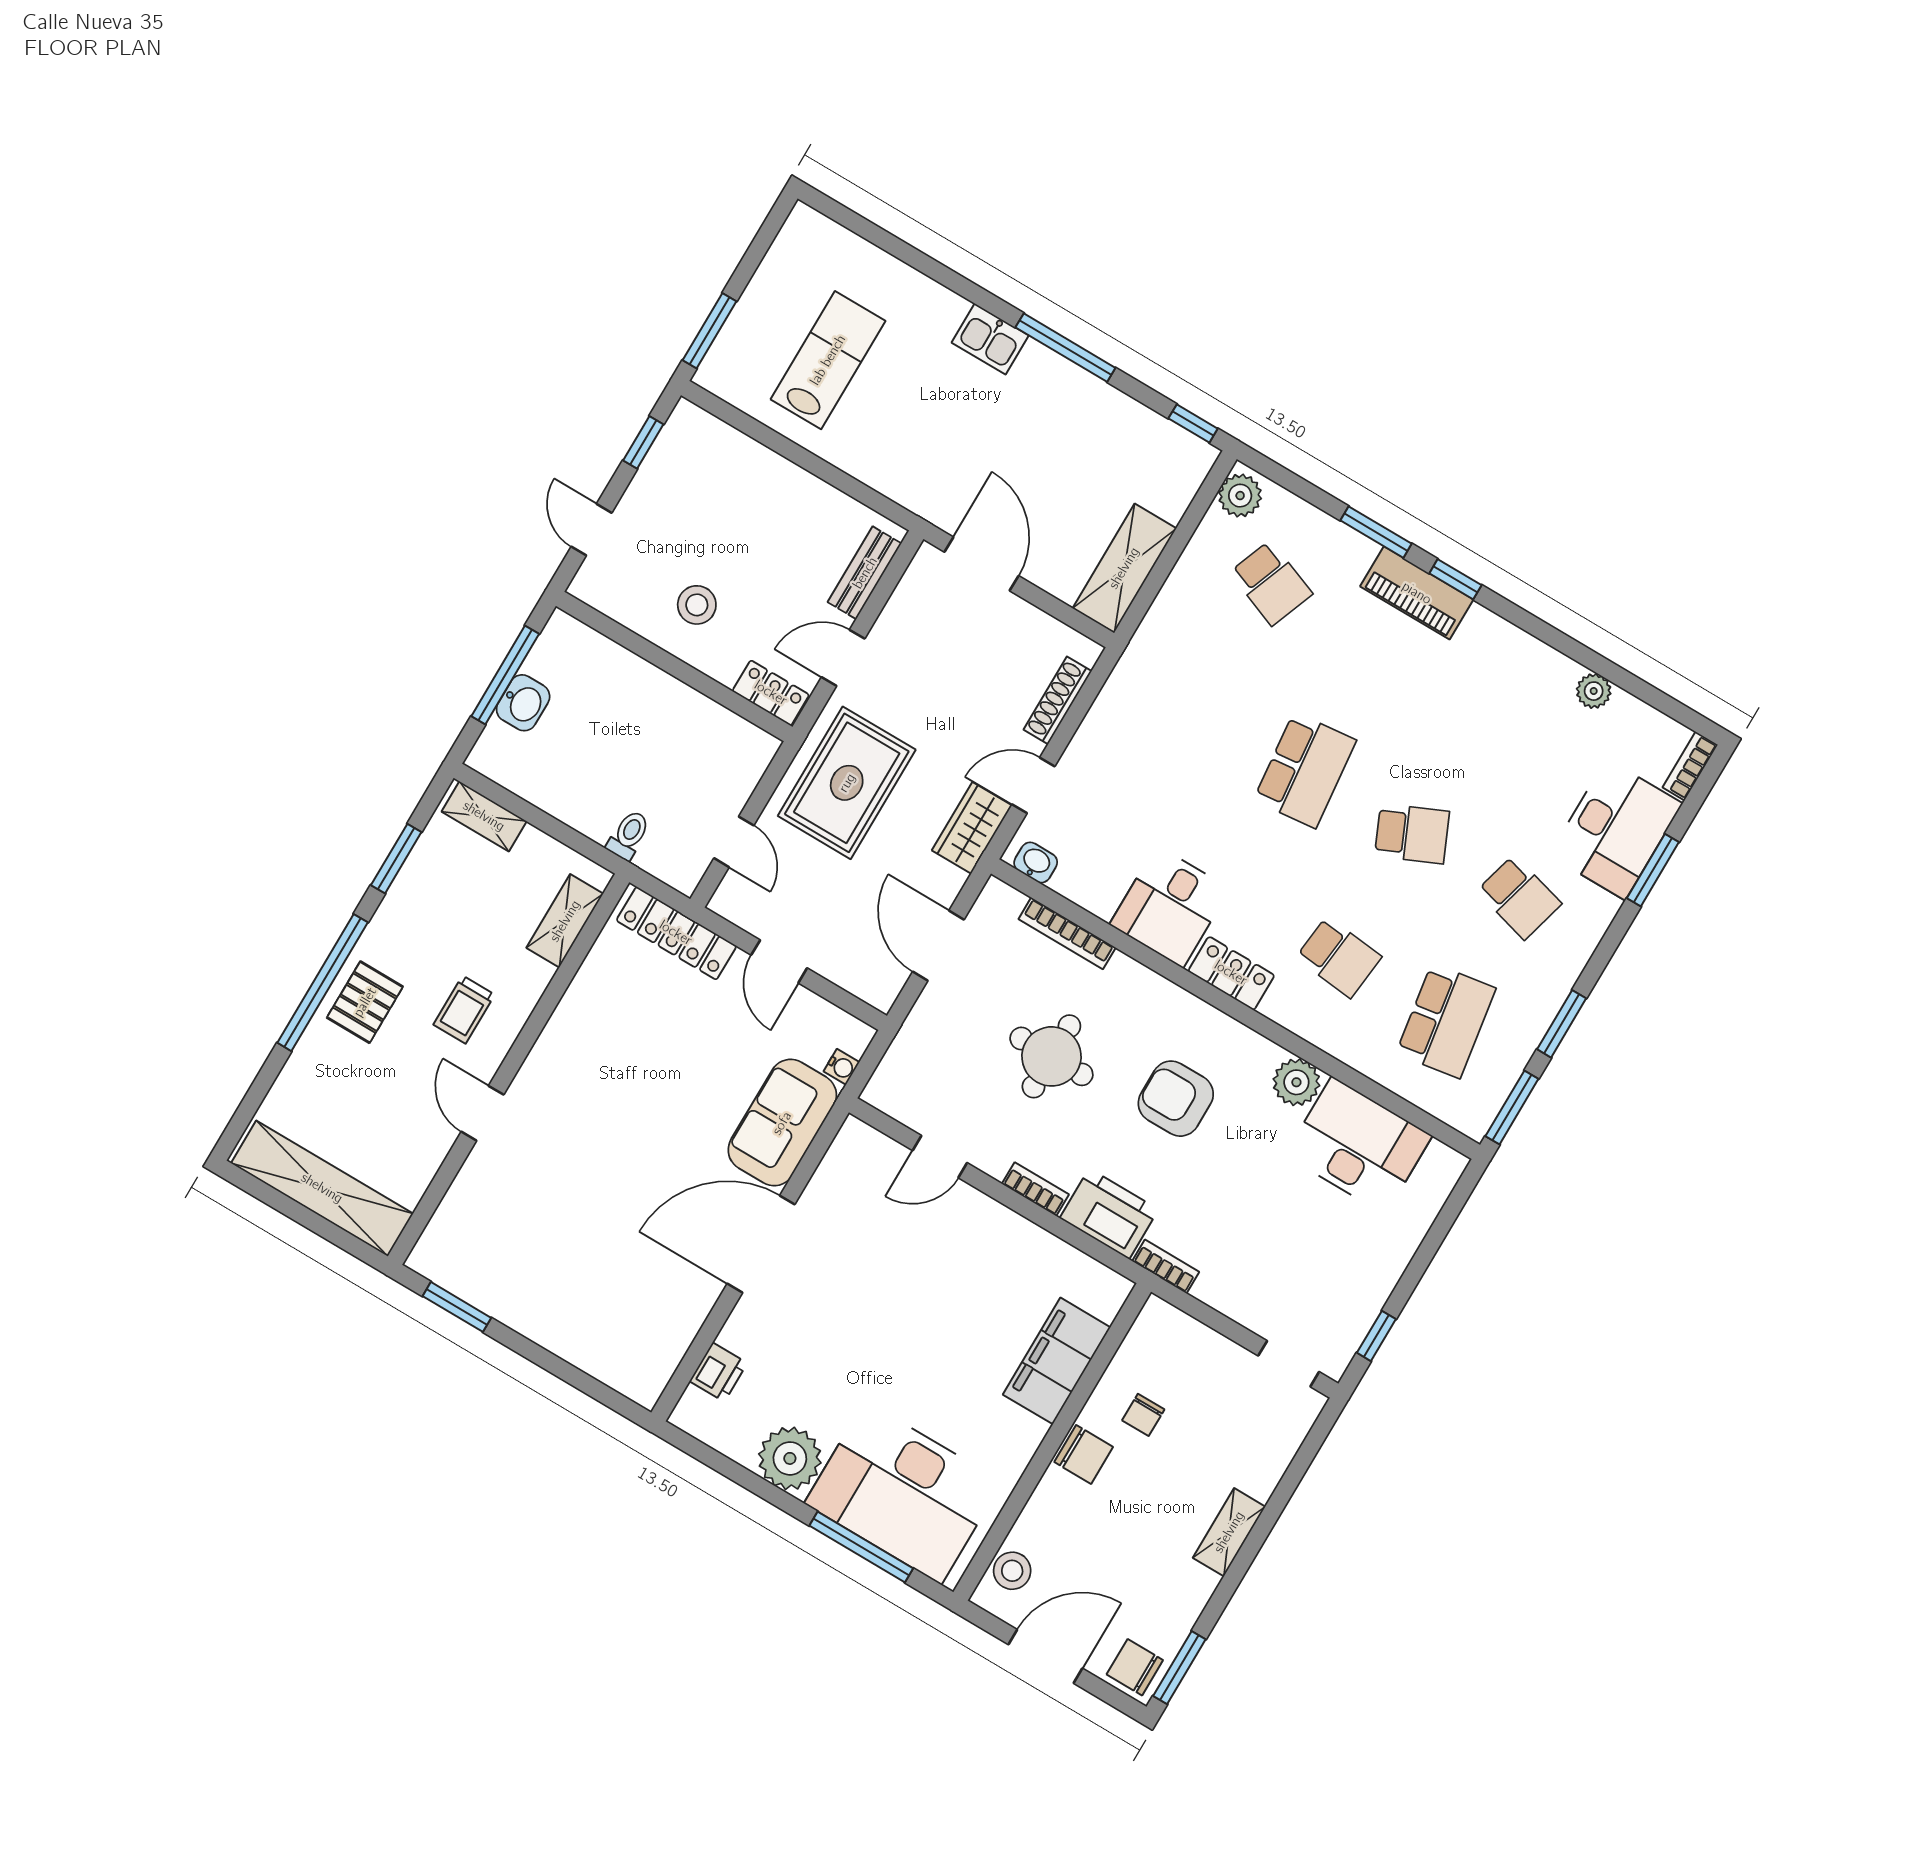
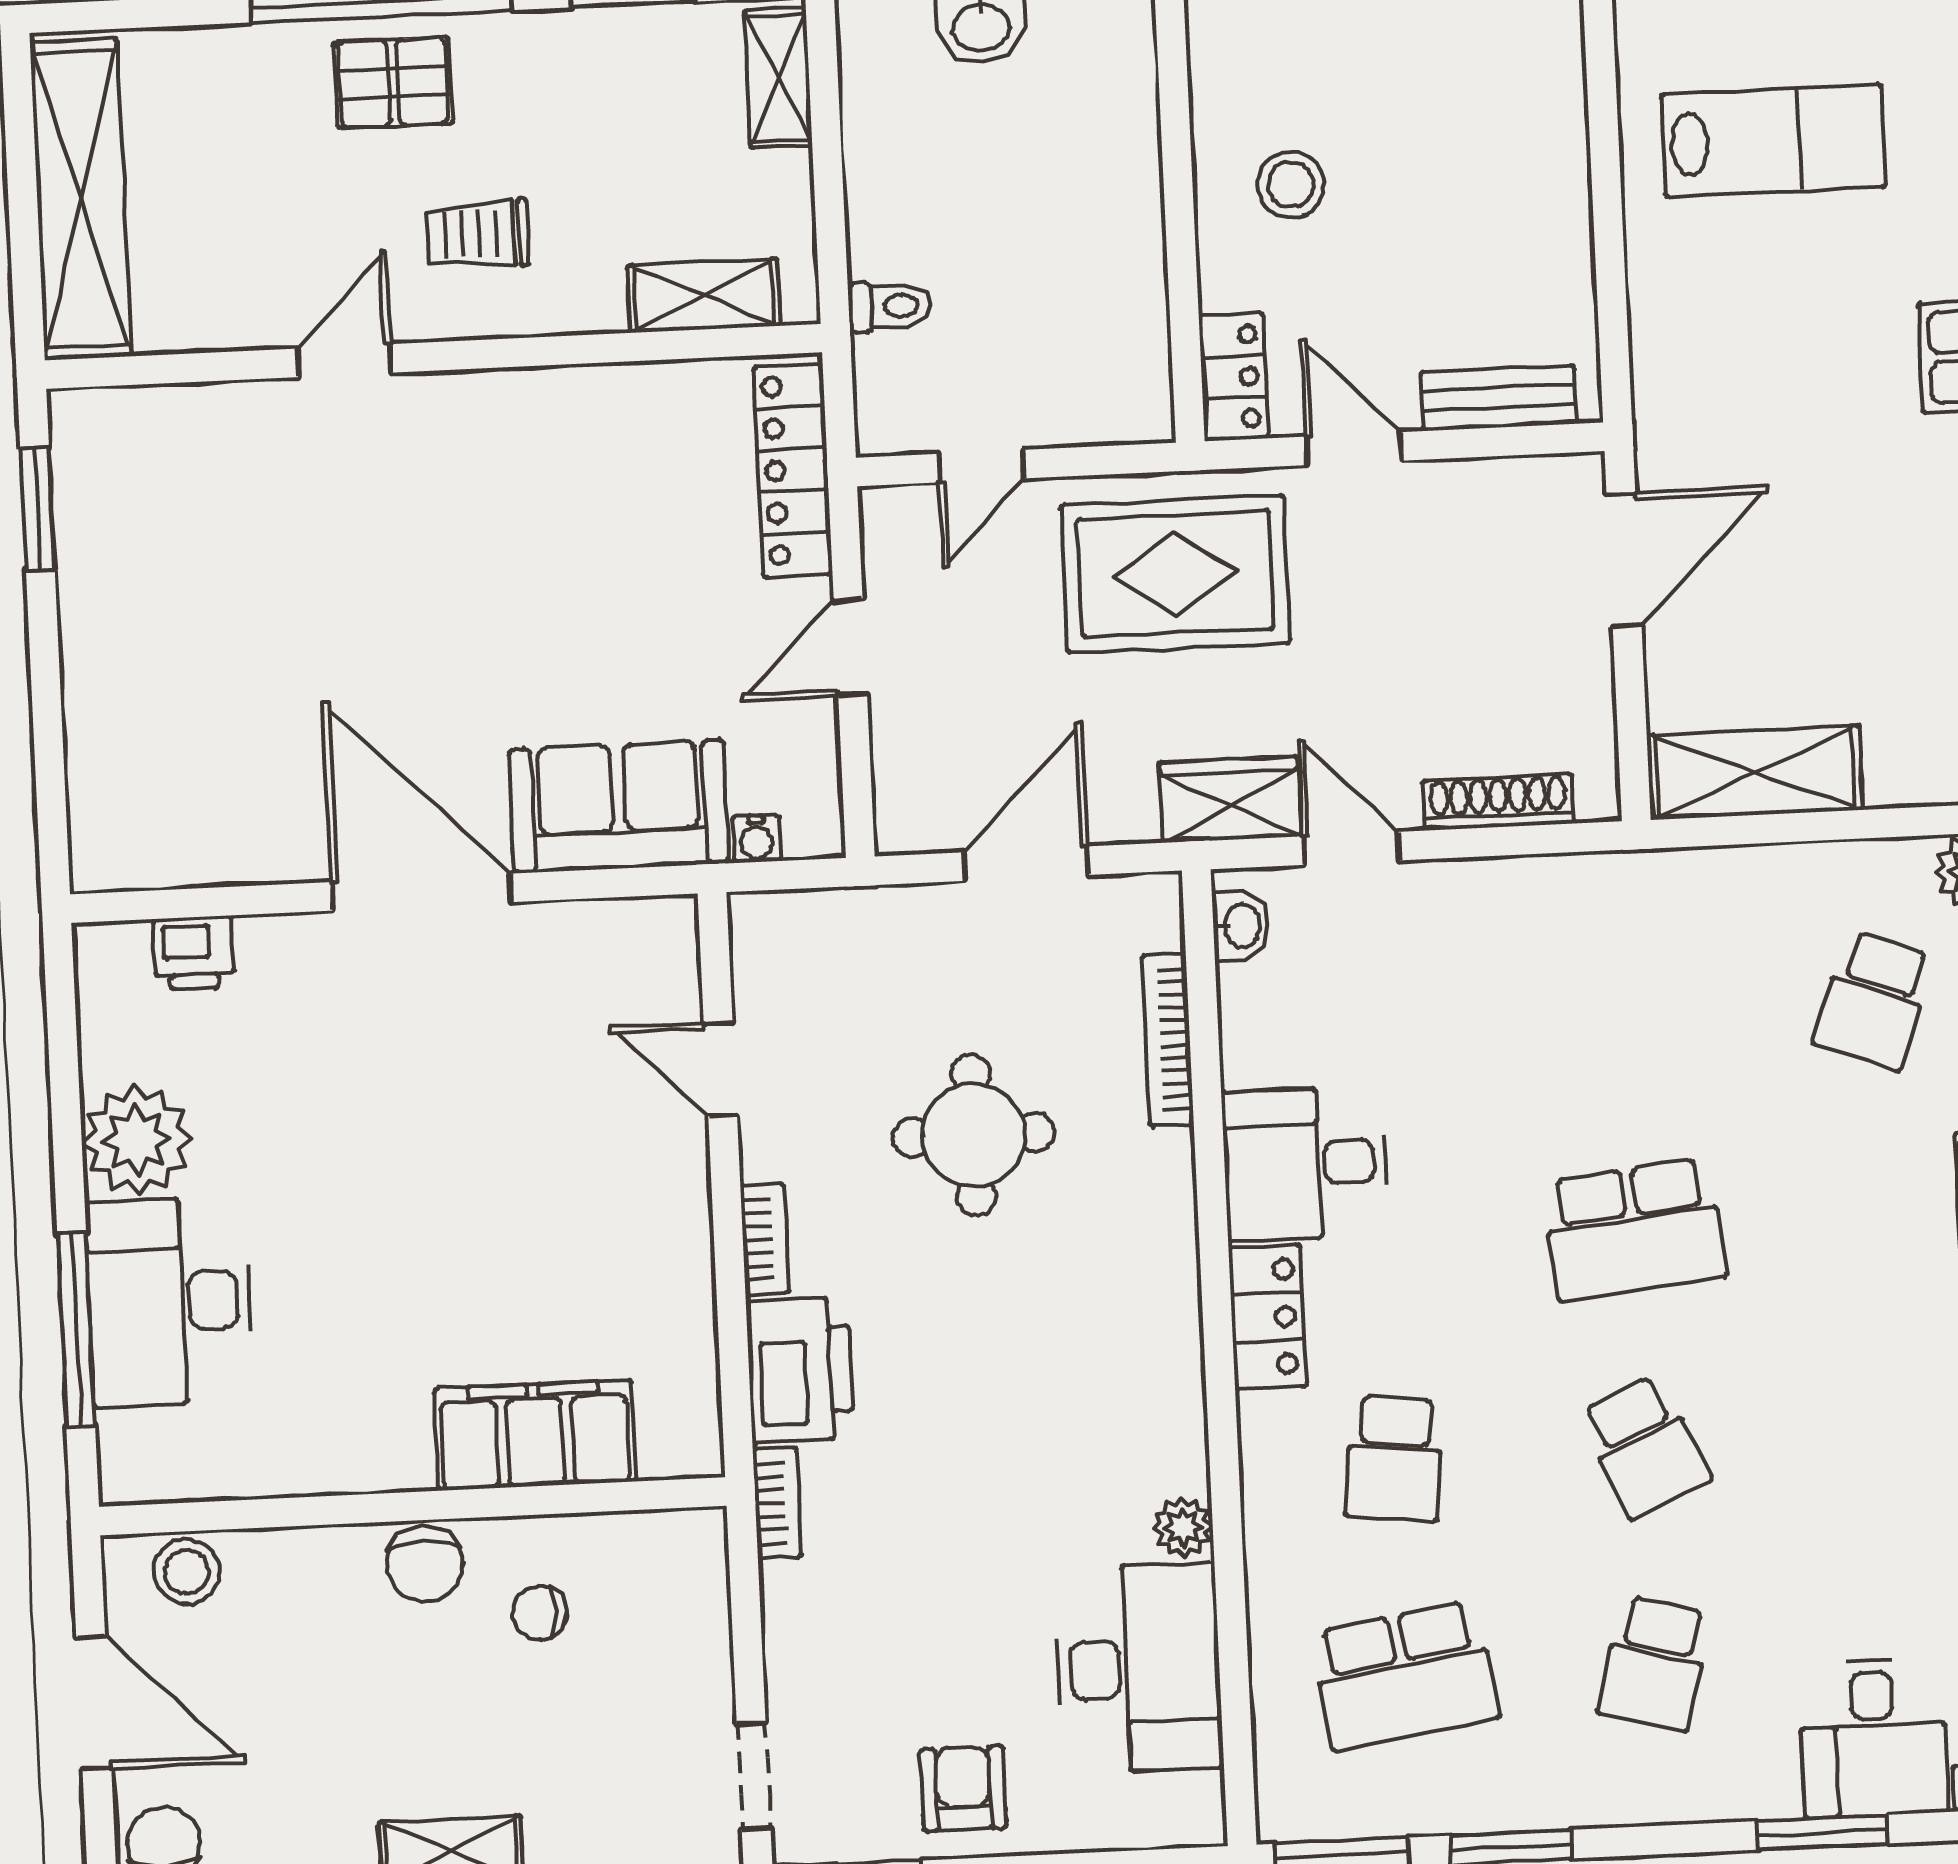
desk: (1616, 829) -> (1873, 1738), width x0.73
plant: (1296, 1082) -> (1183, 1527), width x0.73, depth x0.73
armchair: (1176, 1099) -> (963, 1789), moved, width x0.72, depth x0.72
desk: (903, 1493) -> (170, 1302), width x0.73, depth x0.77

